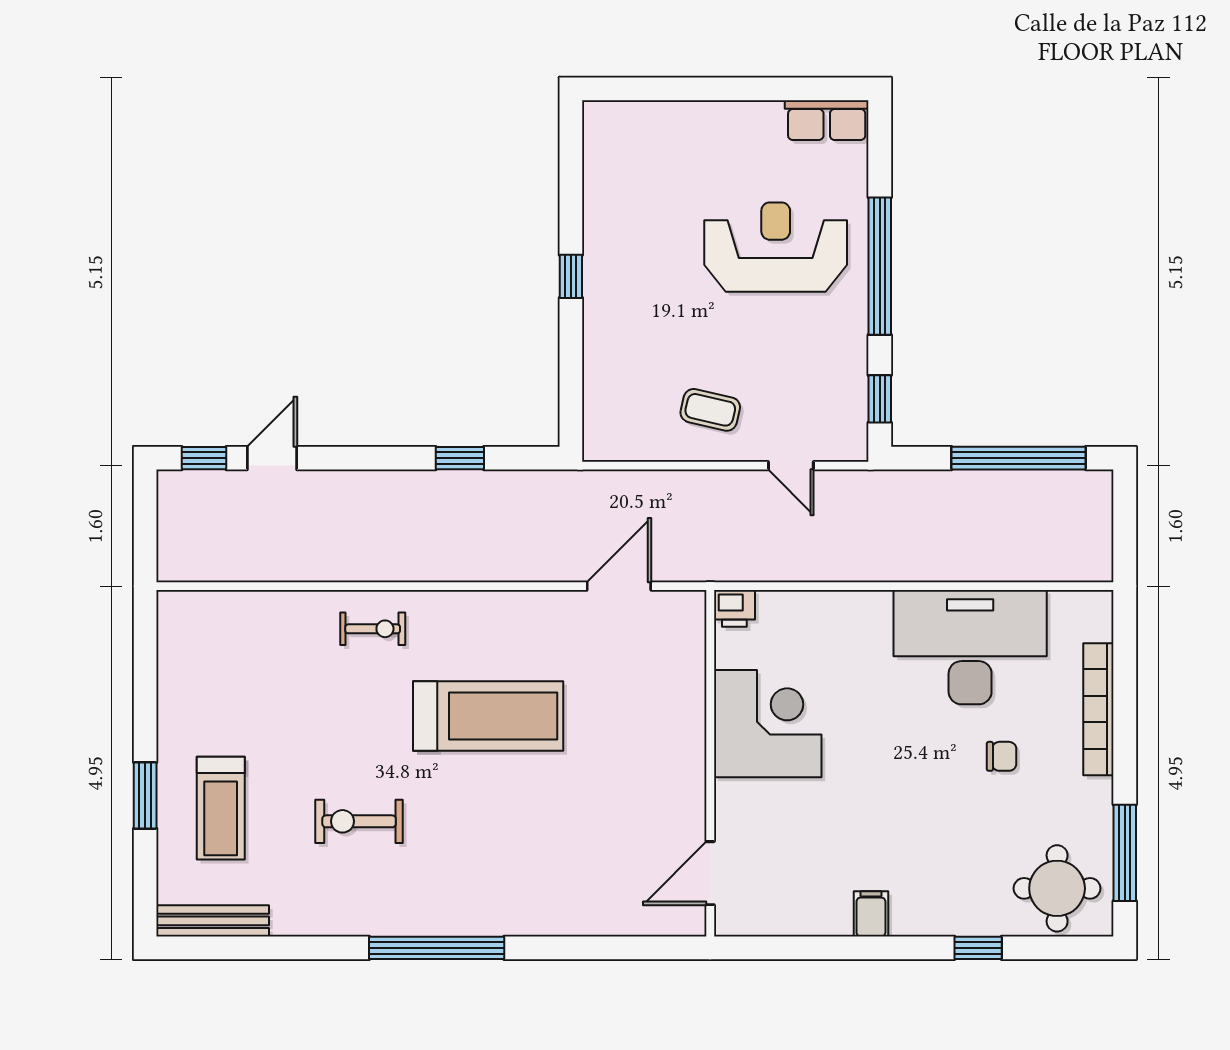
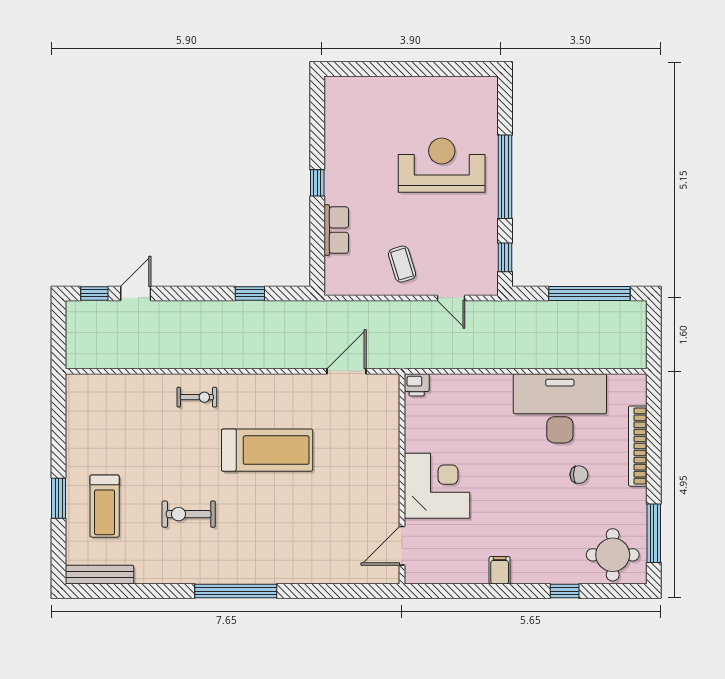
row of seats: (827, 120) -> (336, 230), moved, turned -90
coffee table: (710, 410) -> (402, 264), turned 60
corner desk: (768, 724) -> (437, 486), moved

